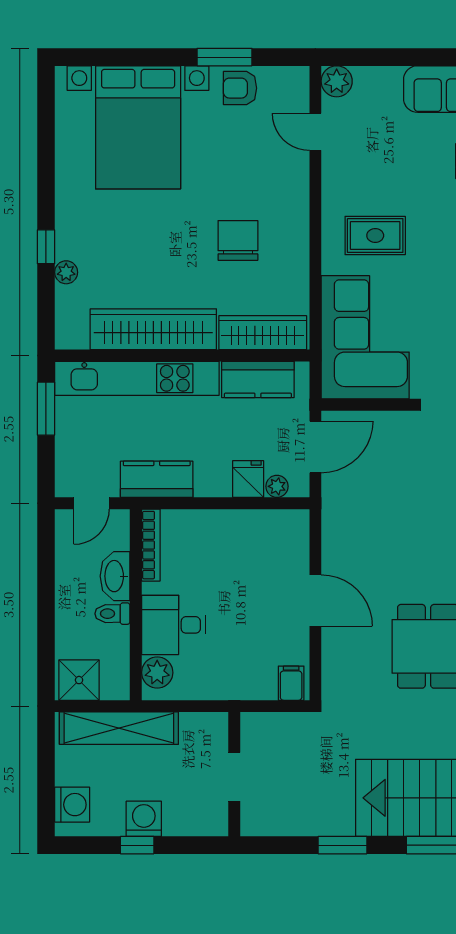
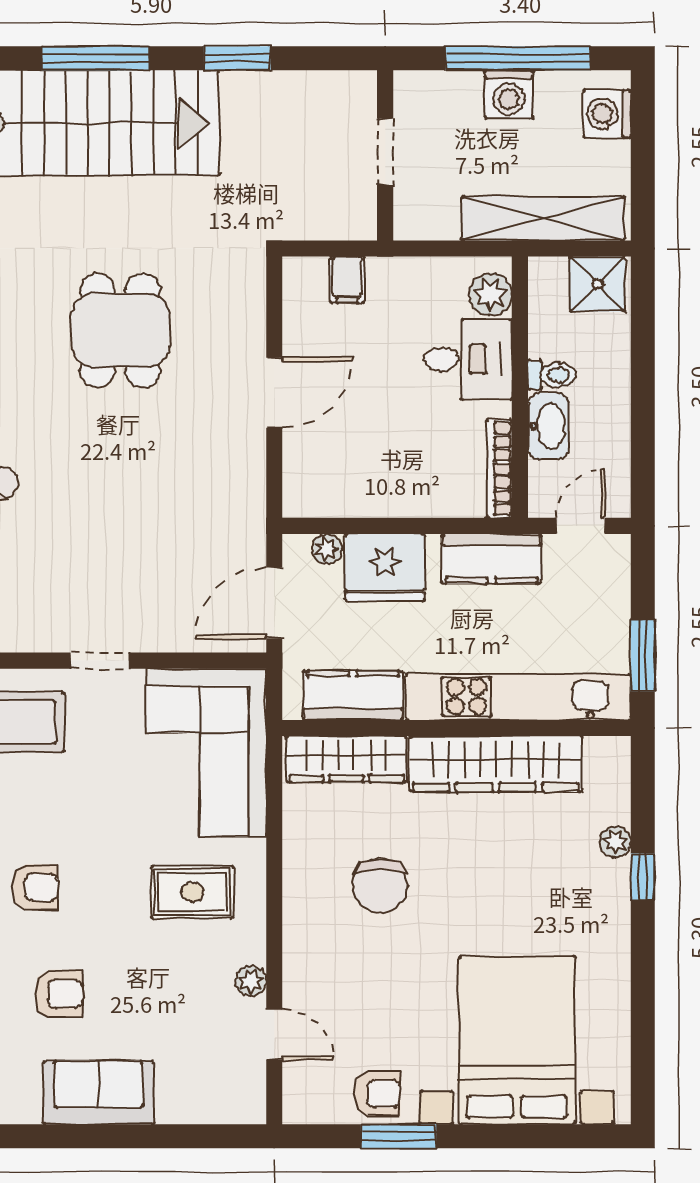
plant: (337, 81) -> (251, 981), moved, width x0.73, depth x0.73
fridge: (248, 479) -> (385, 568), width x1.88, depth x1.34
door: (315, 601) -> (274, 393), swing flipped
filing cabinet: (291, 683) -> (347, 280), moved
window: (137, 845) -> (518, 58), width x3.17

